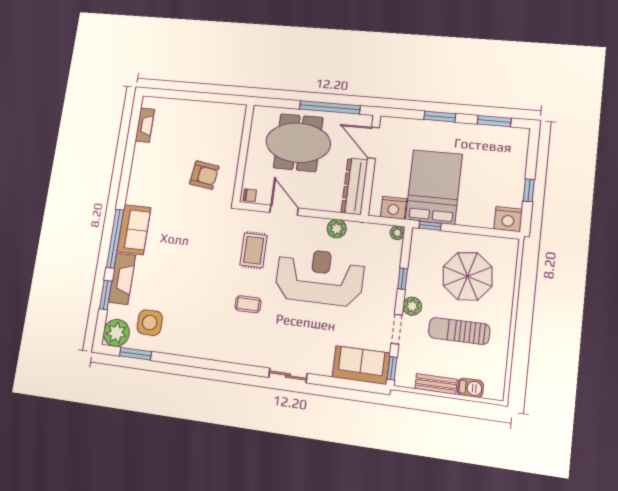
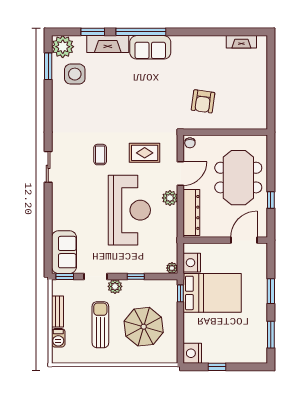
window: (330, 107) -> (271, 200), width x0.32
dresser: (355, 186) -> (191, 212), moved, turned 90
plant: (337, 229) -> (170, 198), moved
sliding door: (288, 375) -> (48, 167), moved

